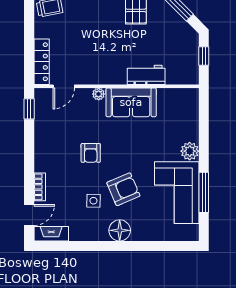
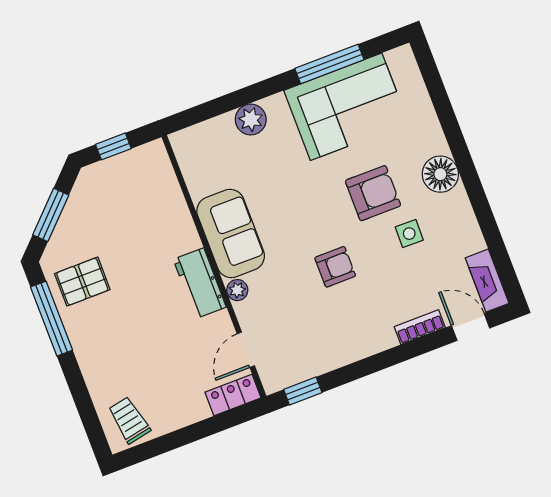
locker: (42, 62) -> (233, 395), width x0.66
workbench: (146, 75) -> (200, 283), moved
door: (64, 86) -> (246, 350), swing flipped
plant: (190, 151) -> (251, 119), moved
armchair: (123, 189) -> (373, 193), turned 113

